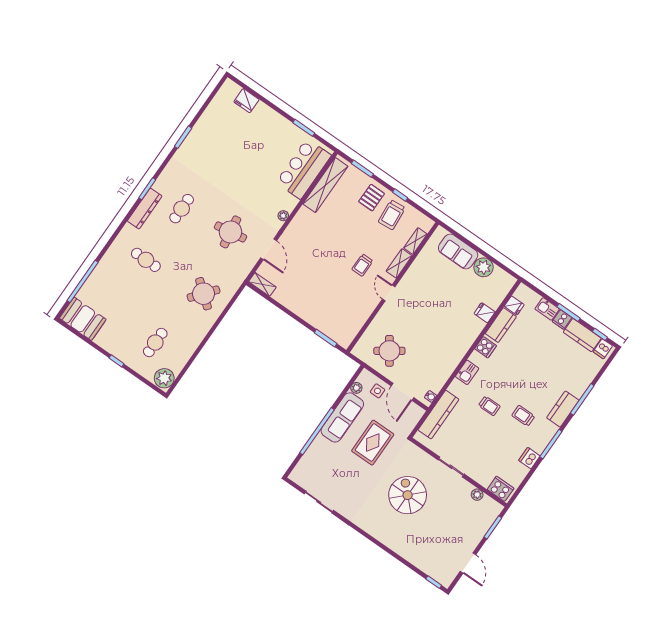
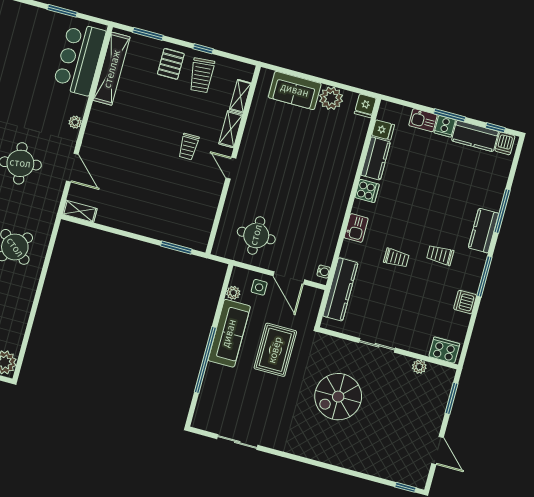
fridge: (485, 313) -> (365, 106), moved, turned -90
round table: (389, 351) -> (256, 235), turned 35
spiral stairs: (408, 495) -> (338, 397), turned -90

